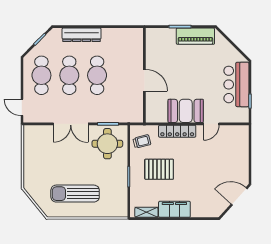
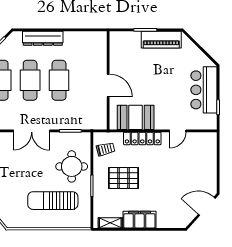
booth: (186, 111) -> (136, 117), moved
round table: (107, 144) -> (72, 166), moved
sun lounger: (75, 194) -> (53, 201), moved

